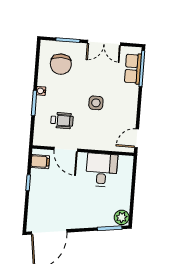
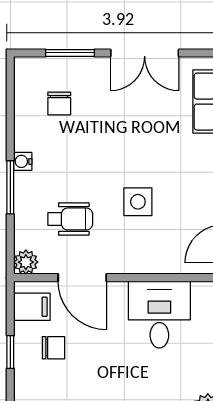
chair: (61, 64) -> (59, 103), width x0.54, depth x0.54
side table: (96, 103) -> (138, 202), moved
plant: (39, 140) -> (26, 262), added
chair: (49, 182) -> (54, 348), added

